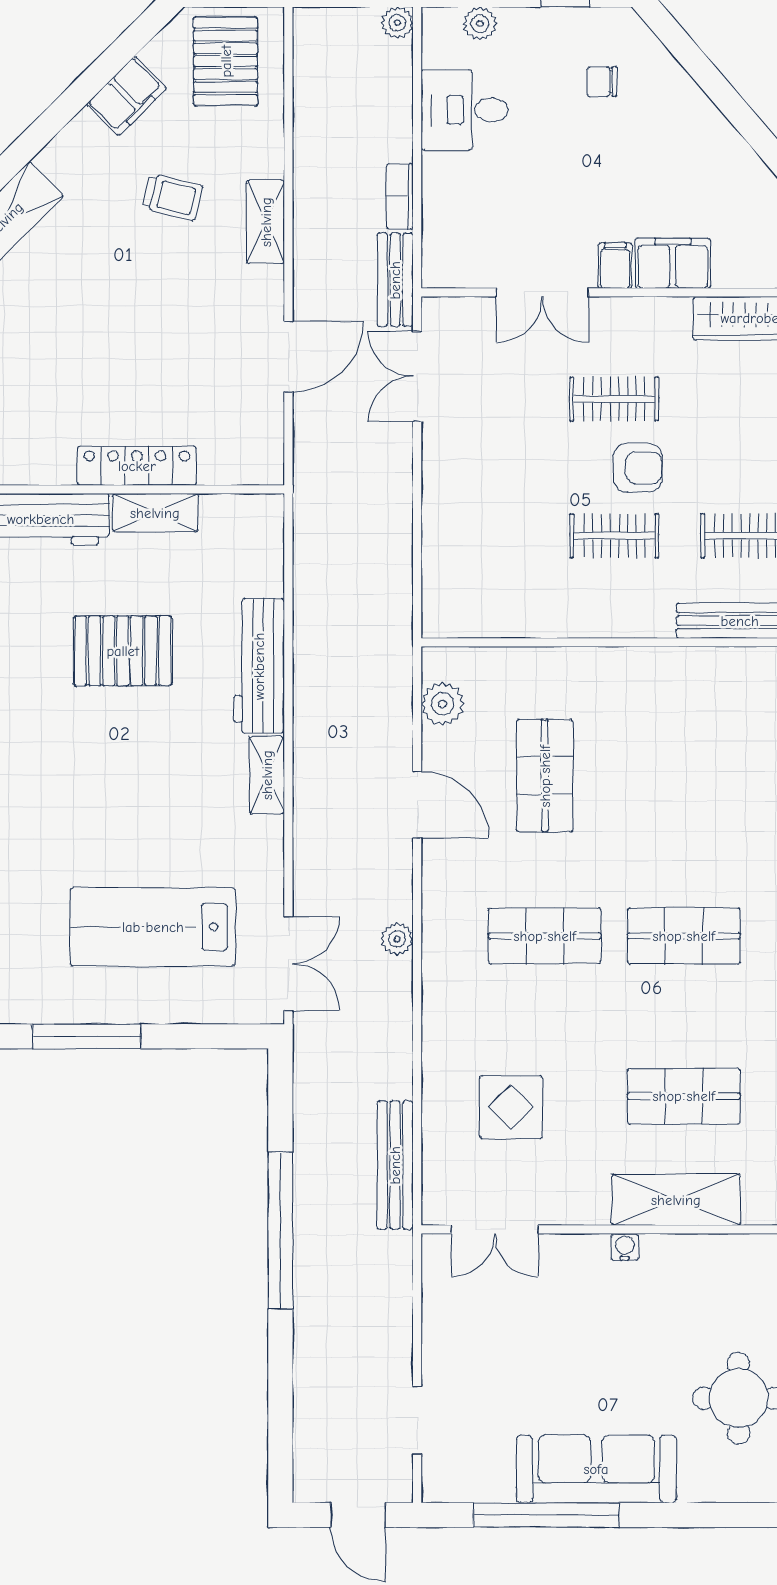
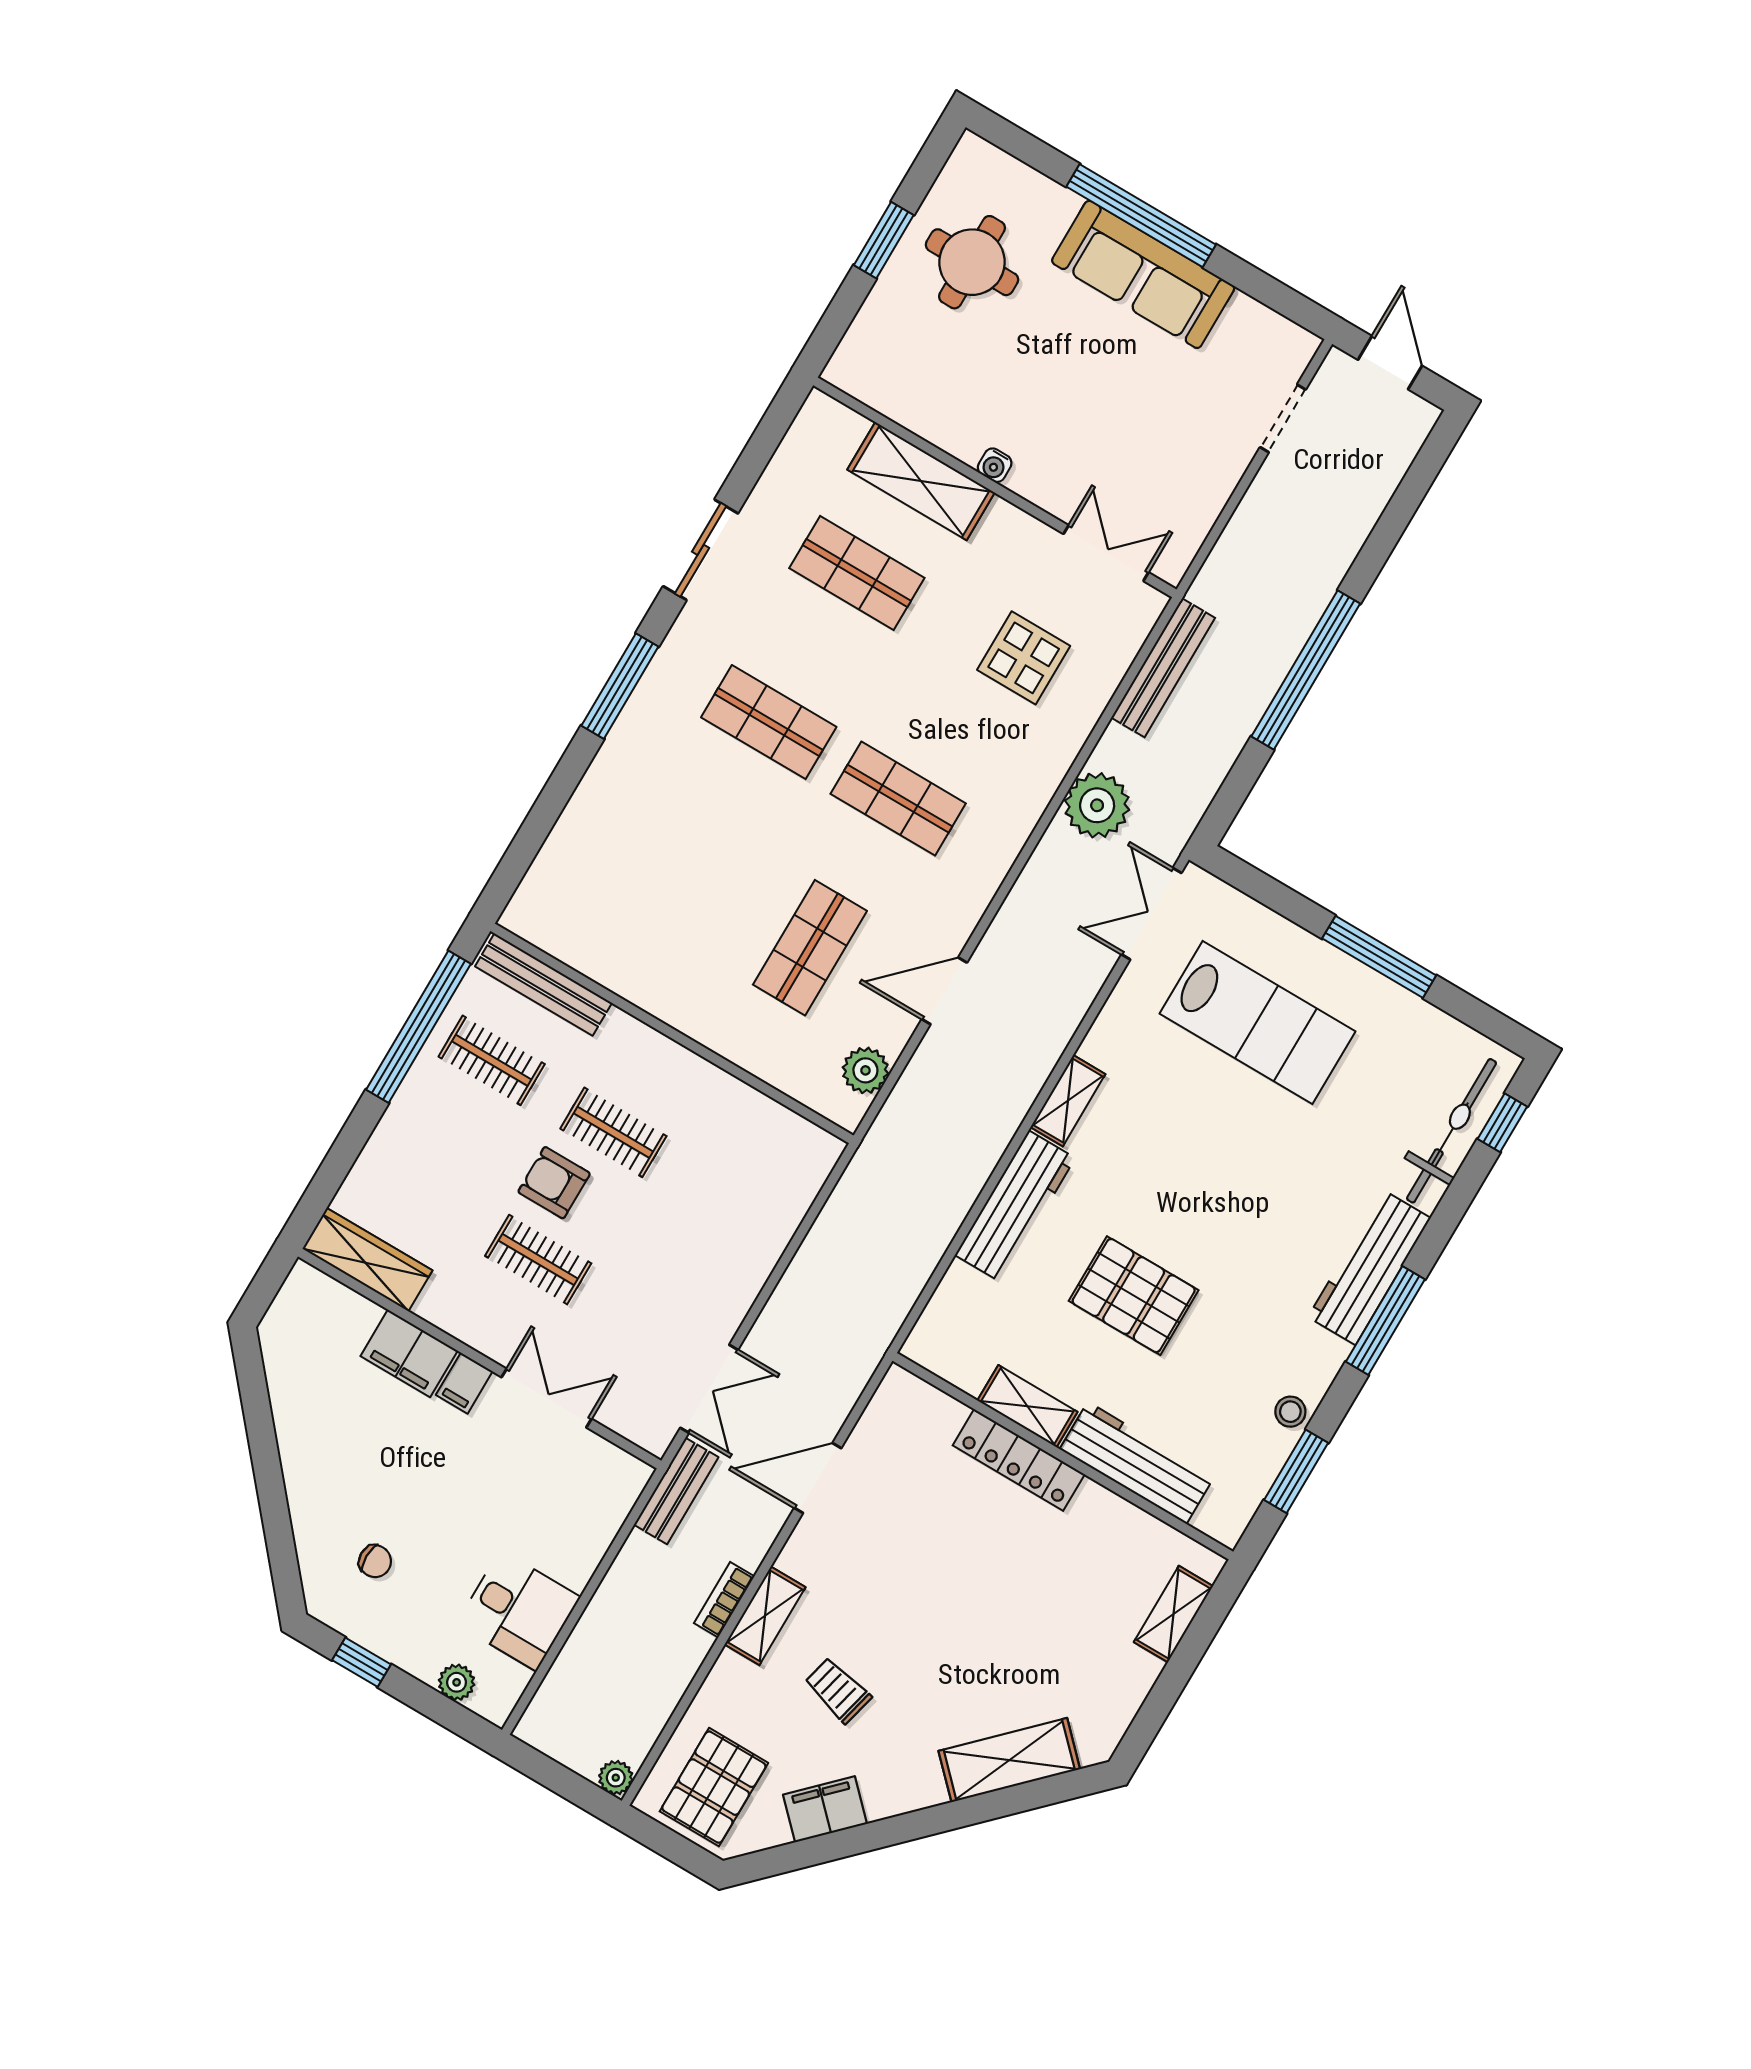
plant: (397, 23) -> (616, 1778), moved
bookcase: (400, 196) -> (724, 1600), moved, turned 180
door: (417, 805) -> (944, 991), hinge flipped
plant: (397, 939) -> (1097, 805), moved, width x1.88, depth x1.88
window: (546, 1515) -> (1141, 216), moved

